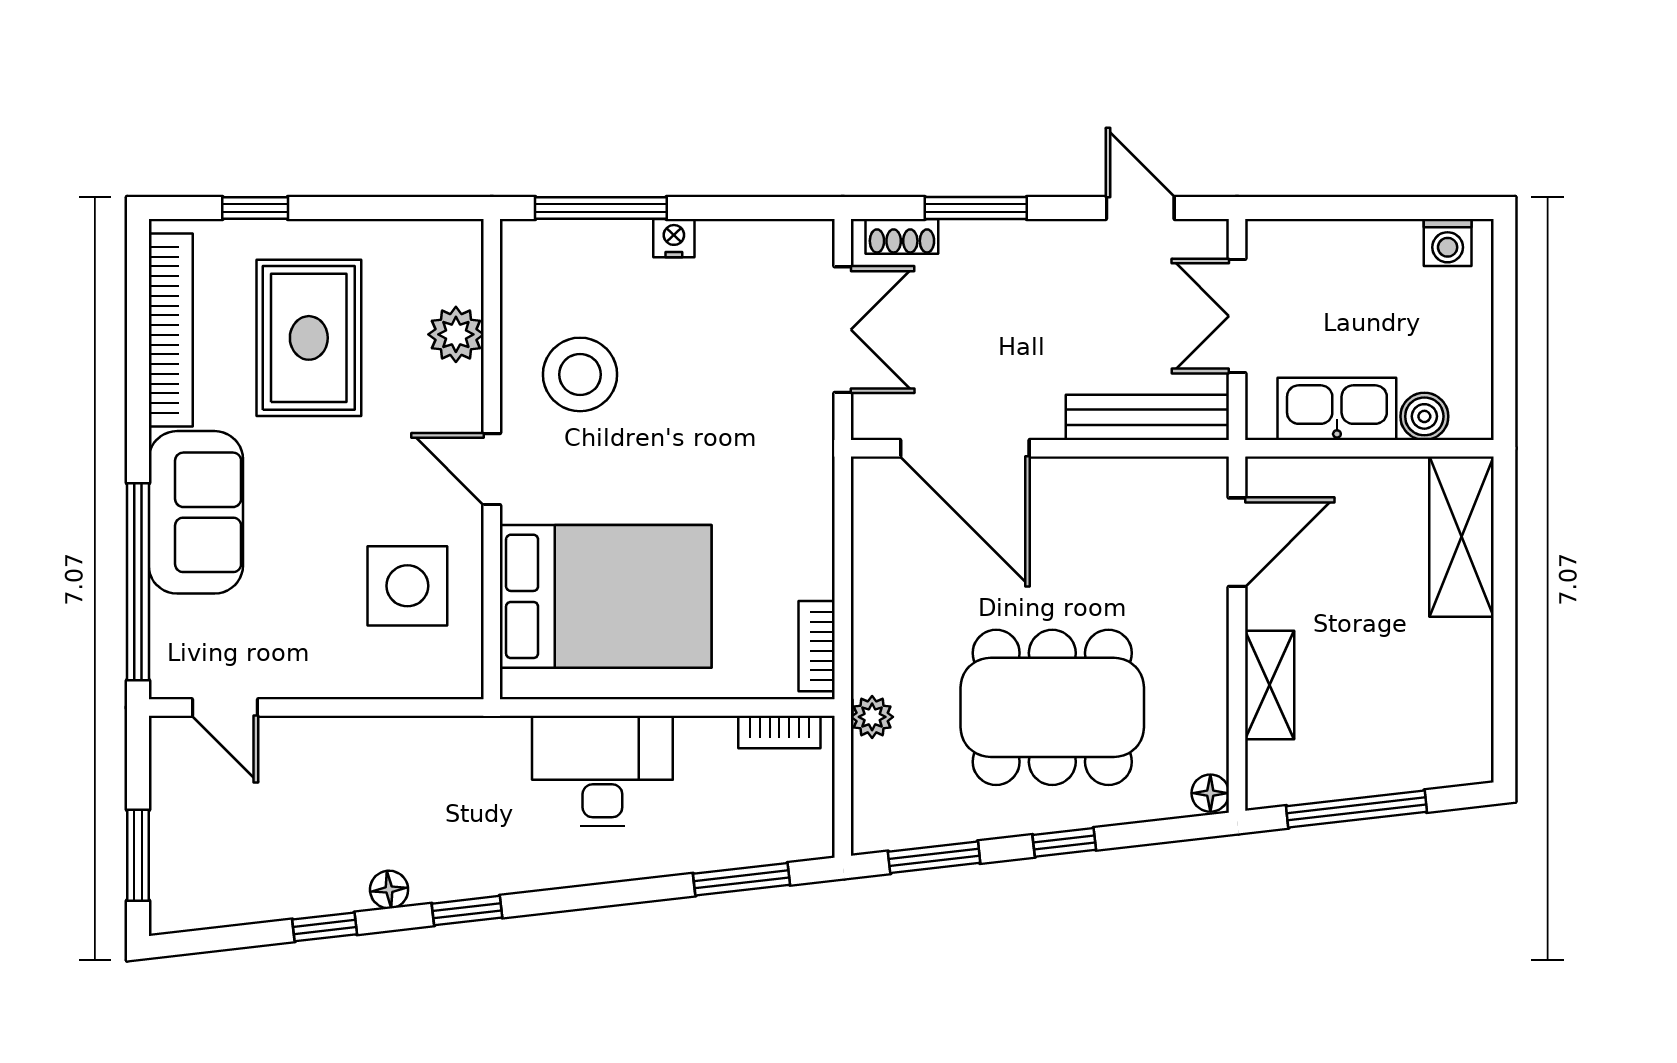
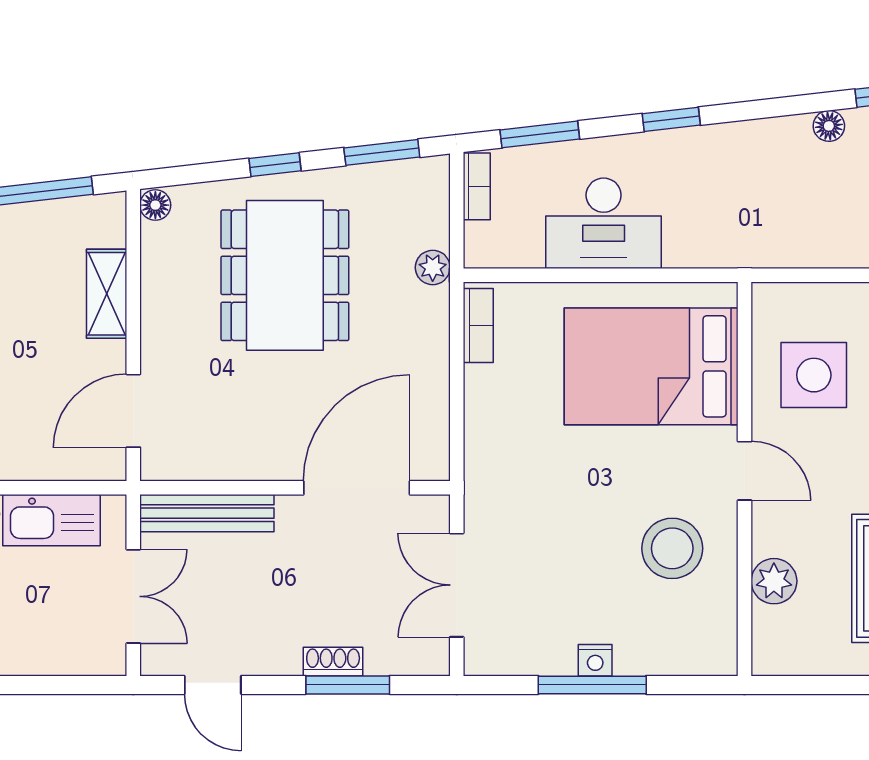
window: (601, 208) -> (592, 685), moved
shoe rack: (902, 236) -> (333, 662), moved
door: (965, 448) -> (357, 488), hinge flipped
dining table: (1052, 707) -> (285, 275), turned 90
bookcase: (779, 732) -> (477, 186), moved, turned 90
desk: (602, 771) -> (604, 223), moved
window: (467, 911) -> (671, 119), moved

